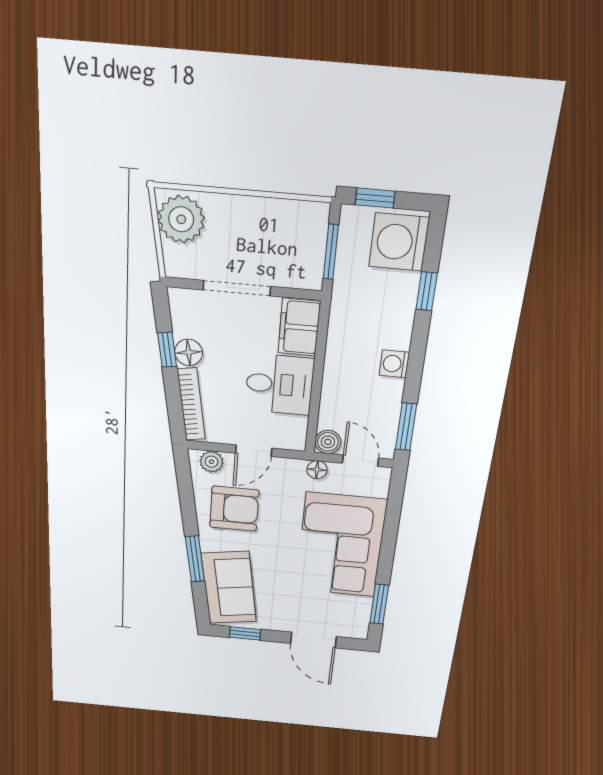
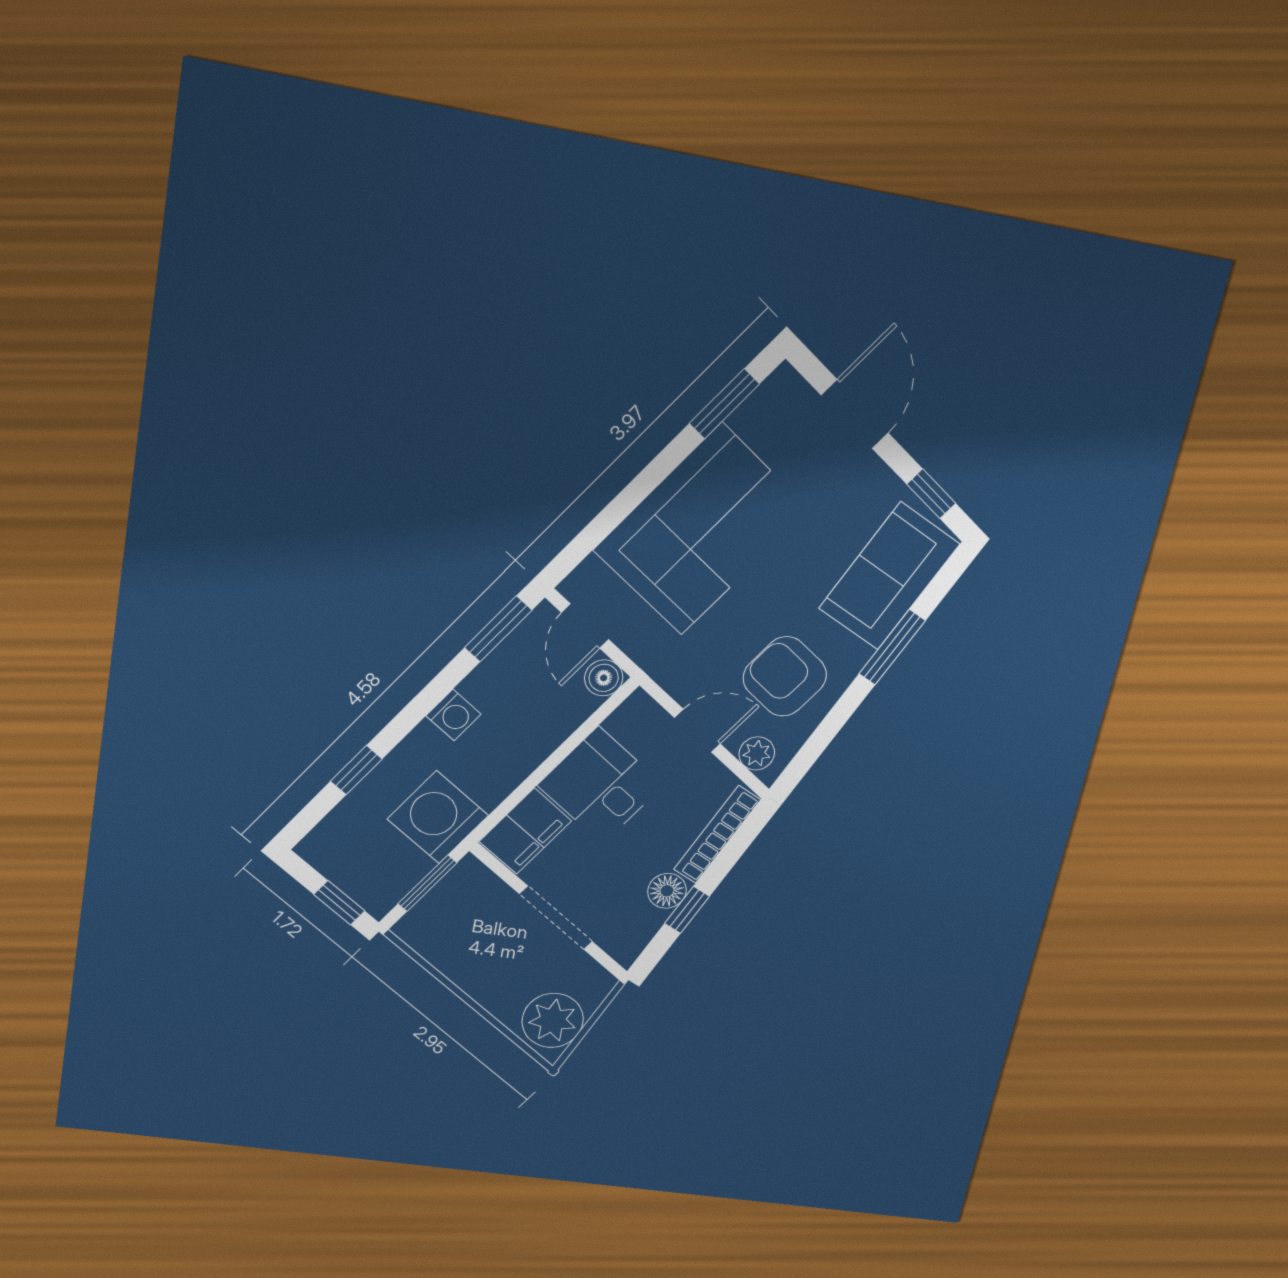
washing machine: (399, 242) -> (438, 817), moved, turned 180
floor lamp: (317, 470) -> (645, 653), removed

